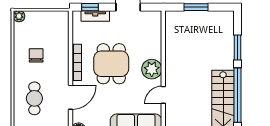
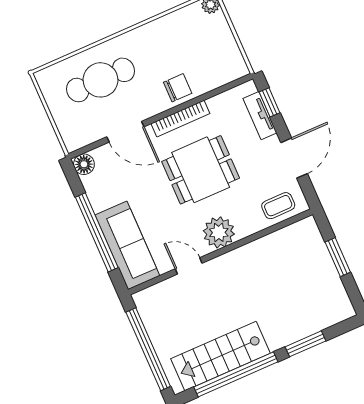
coffee table: (151, 28) -> (278, 206), added
chair: (36, 55) -> (178, 88), moved
cafe table: (34, 98) -> (101, 80), width x1.37, depth x1.35

